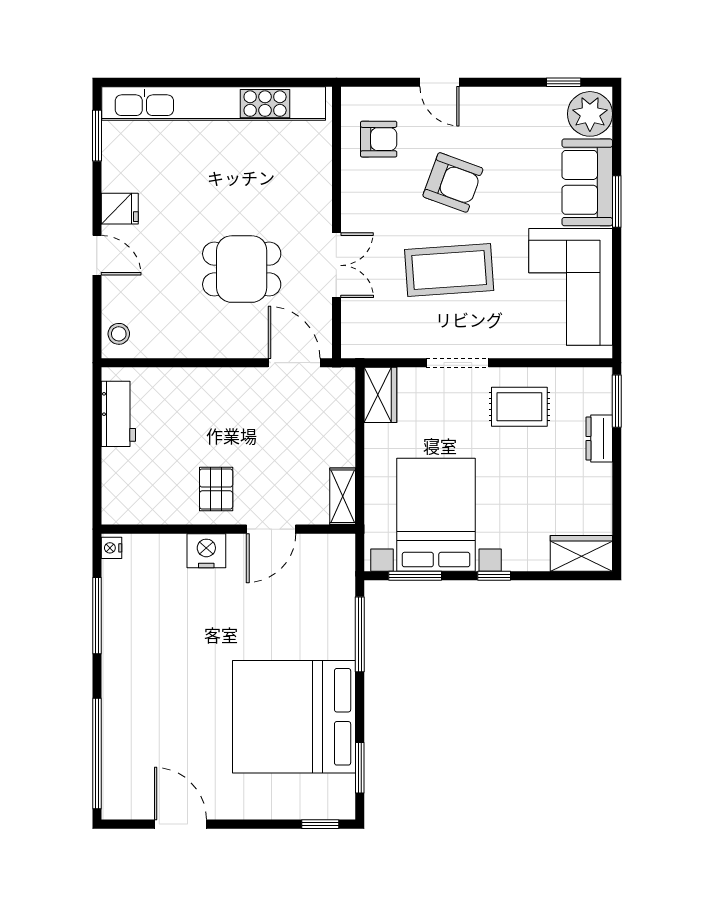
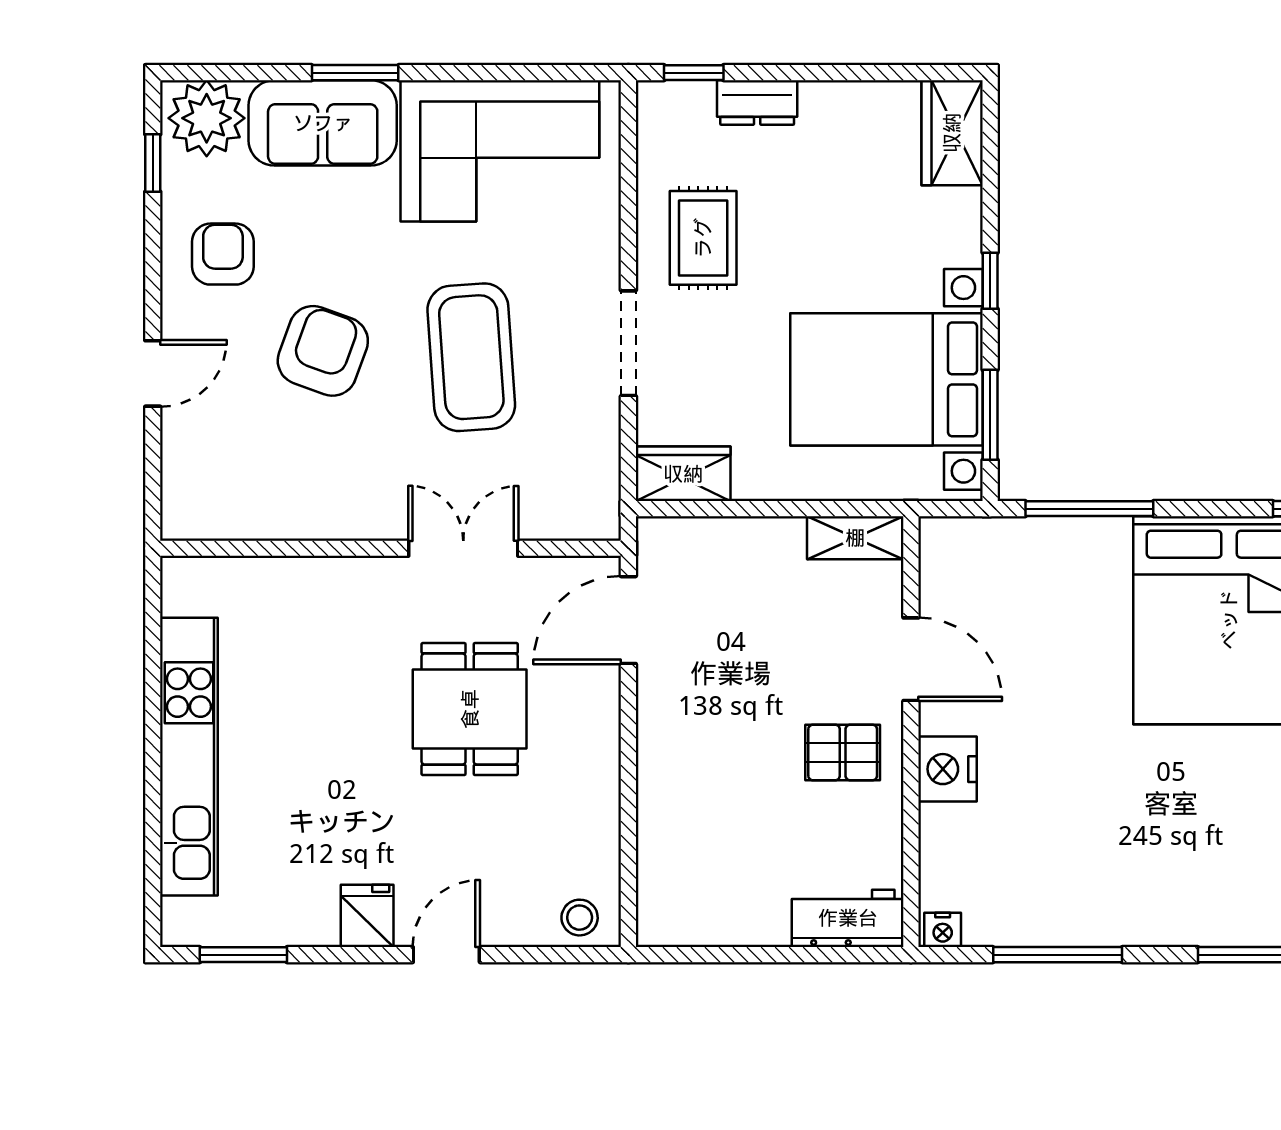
kitchen unit: (214, 104) -> (189, 757), width x0.73
armchair: (379, 139) -> (223, 254), moved
window: (617, 401) -> (694, 73), width x0.67
workbench: (118, 414) -> (848, 918), moved

